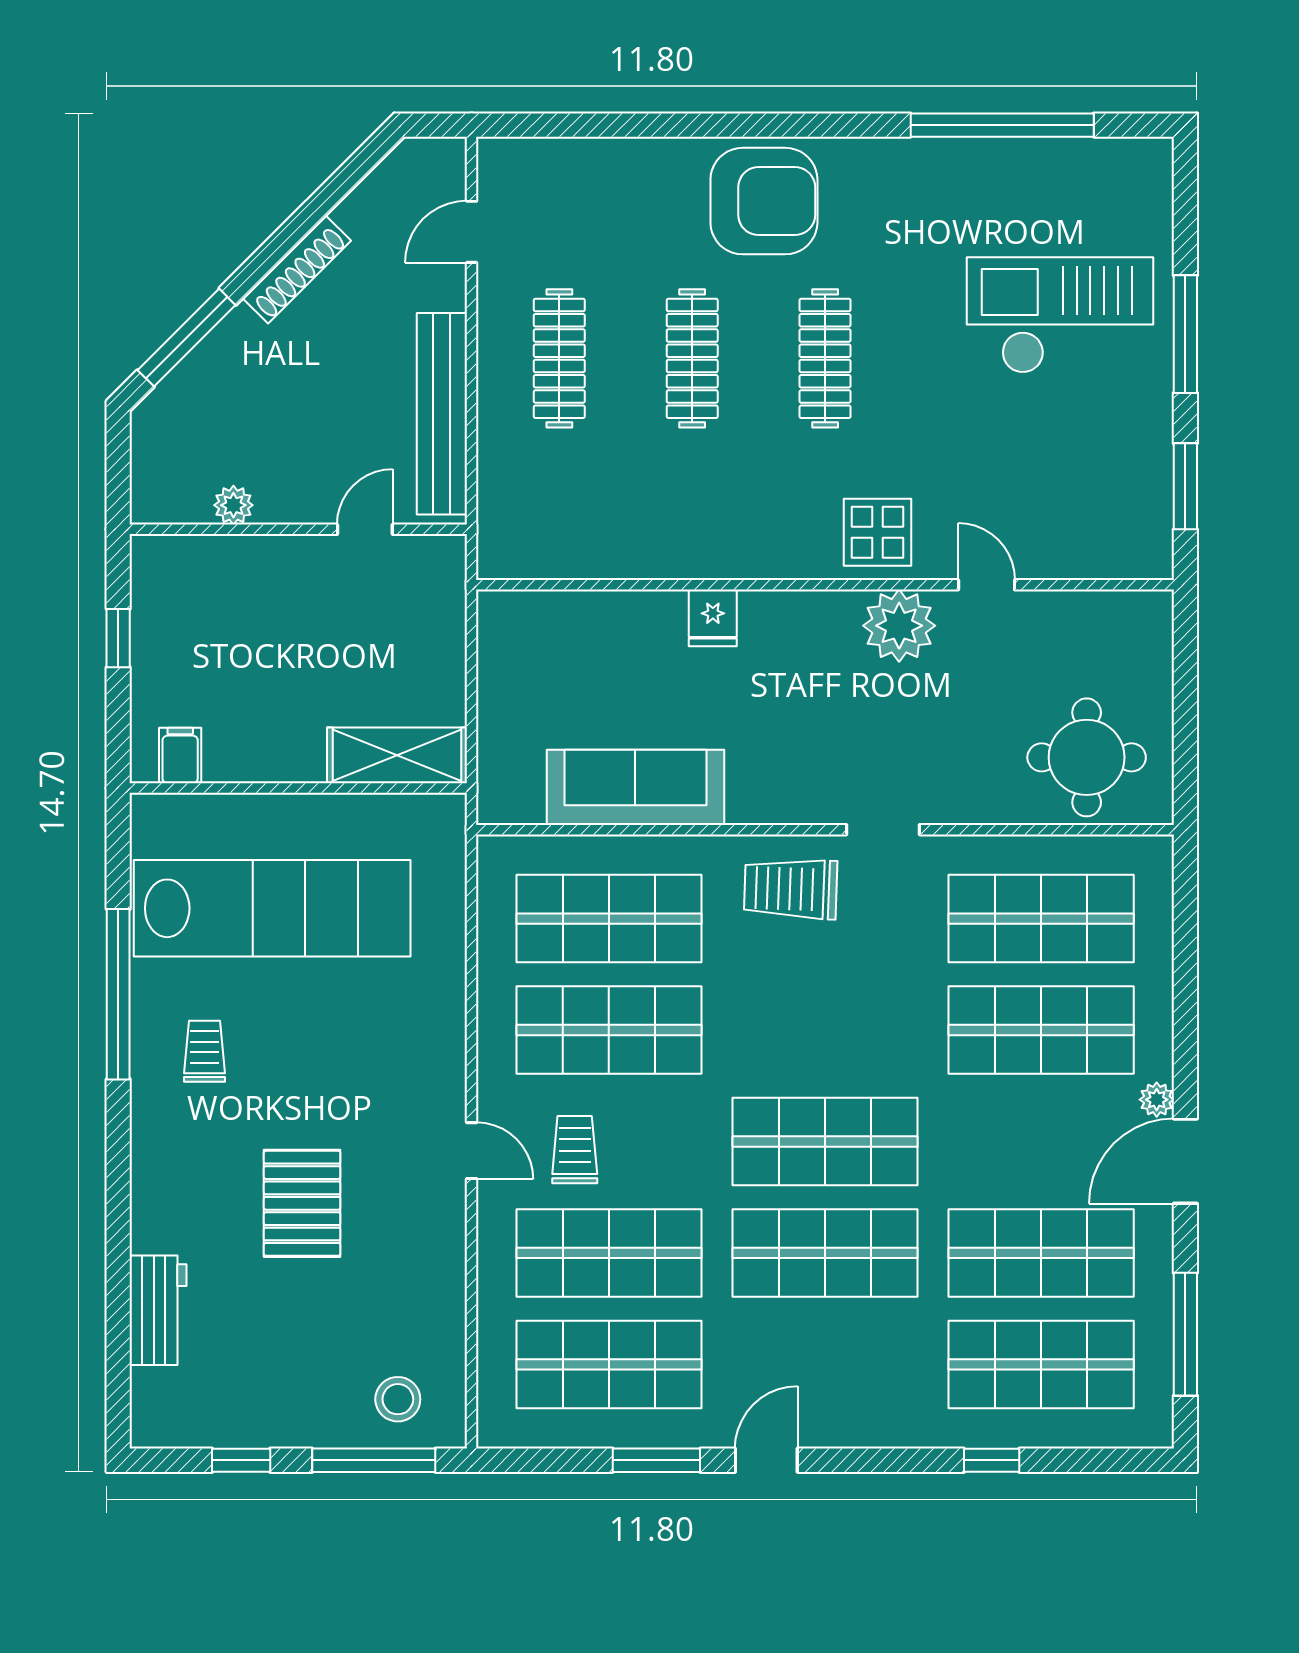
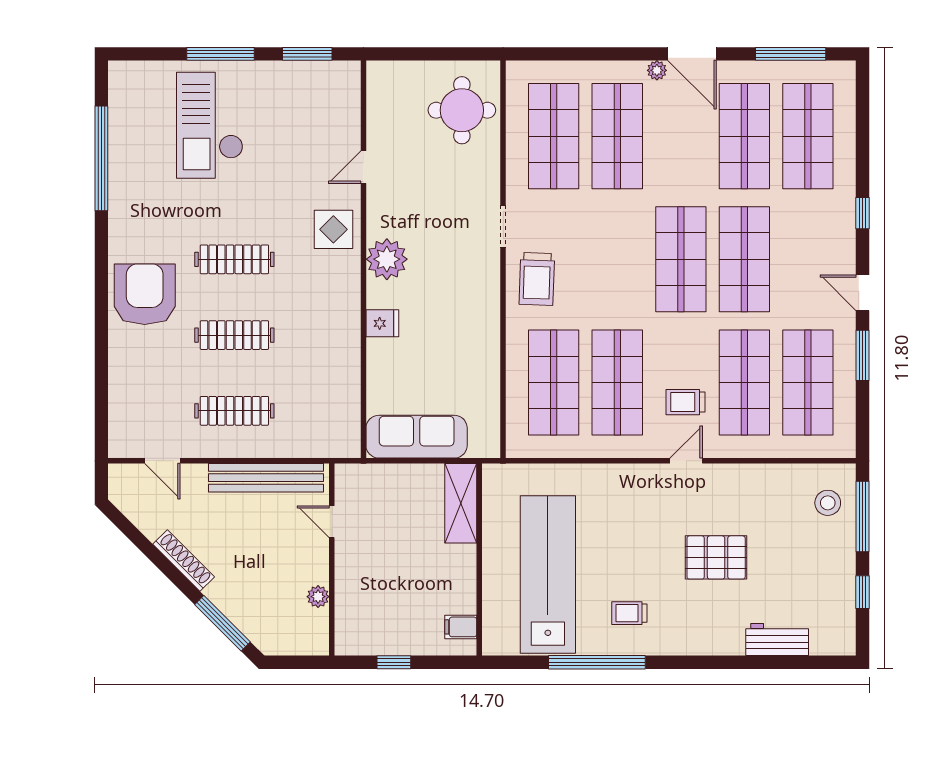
plant: (899, 626) -> (387, 259), moved
sofa: (635, 787) -> (417, 437), moved, turned 90
window: (992, 1460) -> (863, 213), moved

